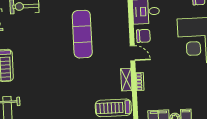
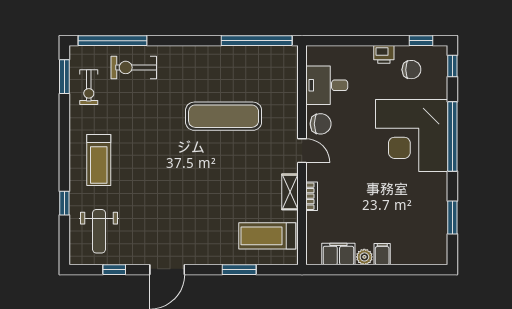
exercise mat: (82, 34) -> (224, 116), turned 90

